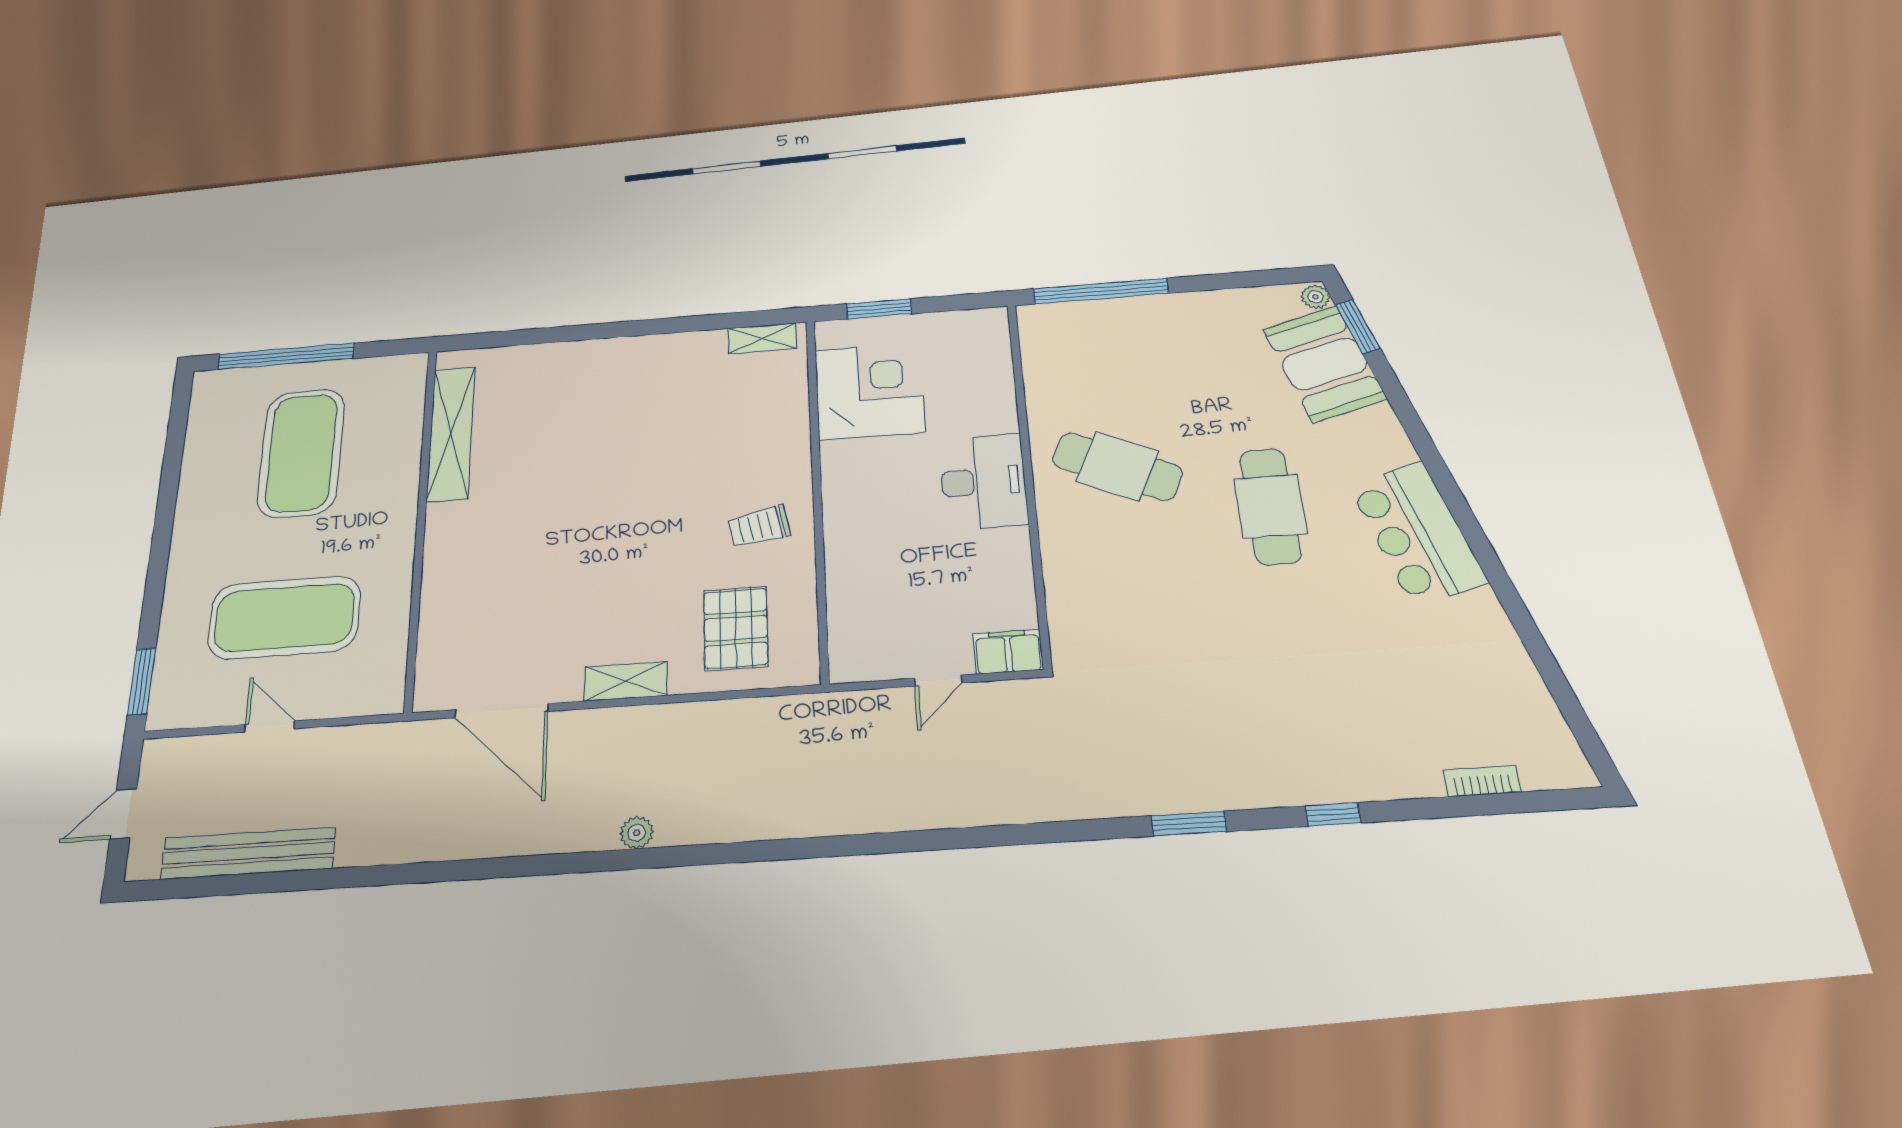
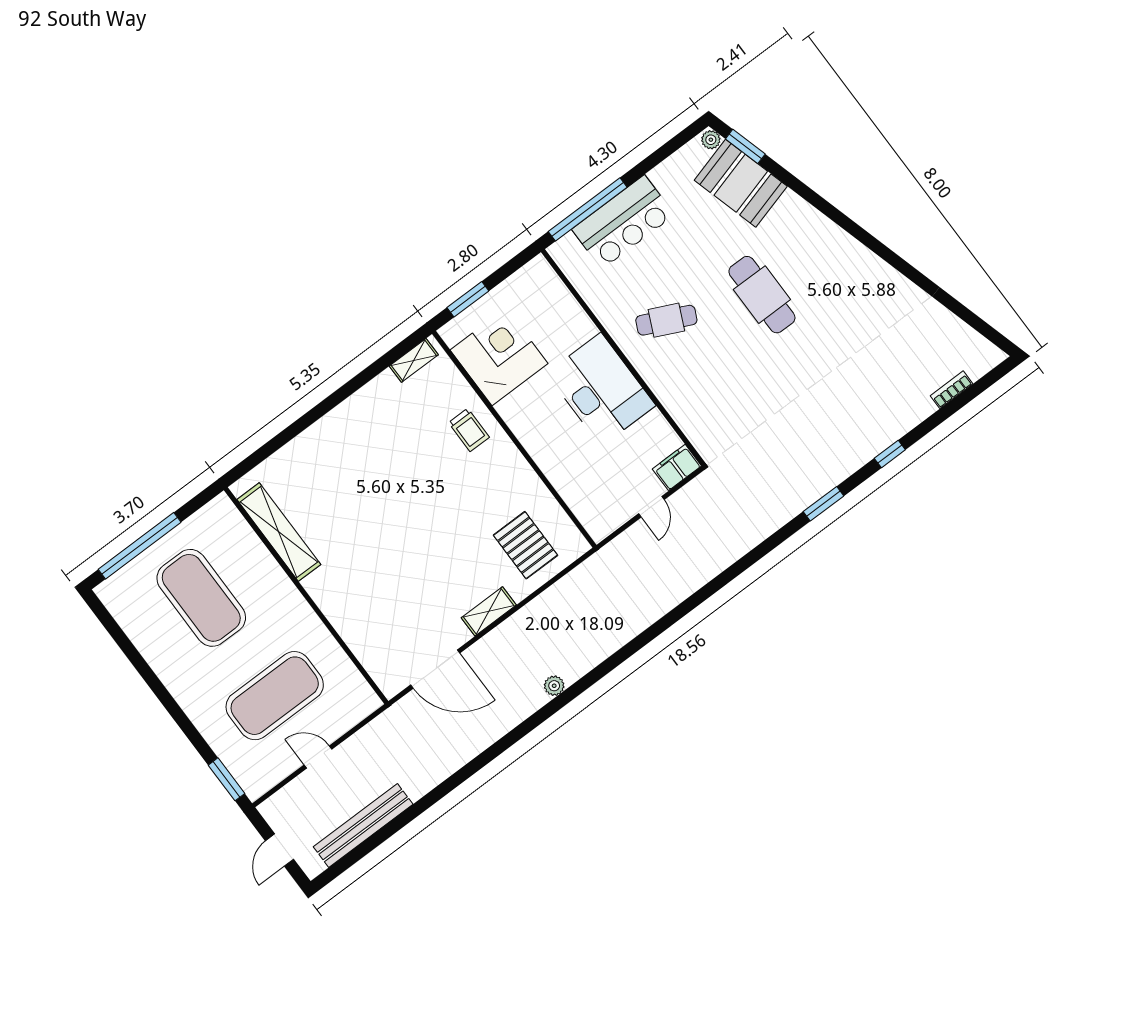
cafe table: (1117, 466) -> (666, 320), width x0.73, depth x0.74
desk: (983, 481) -> (601, 389), width x1.36, depth x1.30
trolley: (759, 526) -> (469, 430), moved, turned -79
bar counter: (1417, 533) -> (623, 222), moved, turned -74

